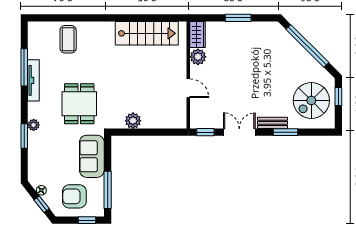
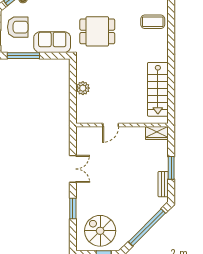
plant: (198, 57) -> (138, 133), removed
plant: (133, 121) -> (83, 88), moved
bench: (273, 123) -> (163, 184), moved
window: (205, 132) -> (73, 140), removed
armchair: (74, 196) -> (18, 27), turned 90

